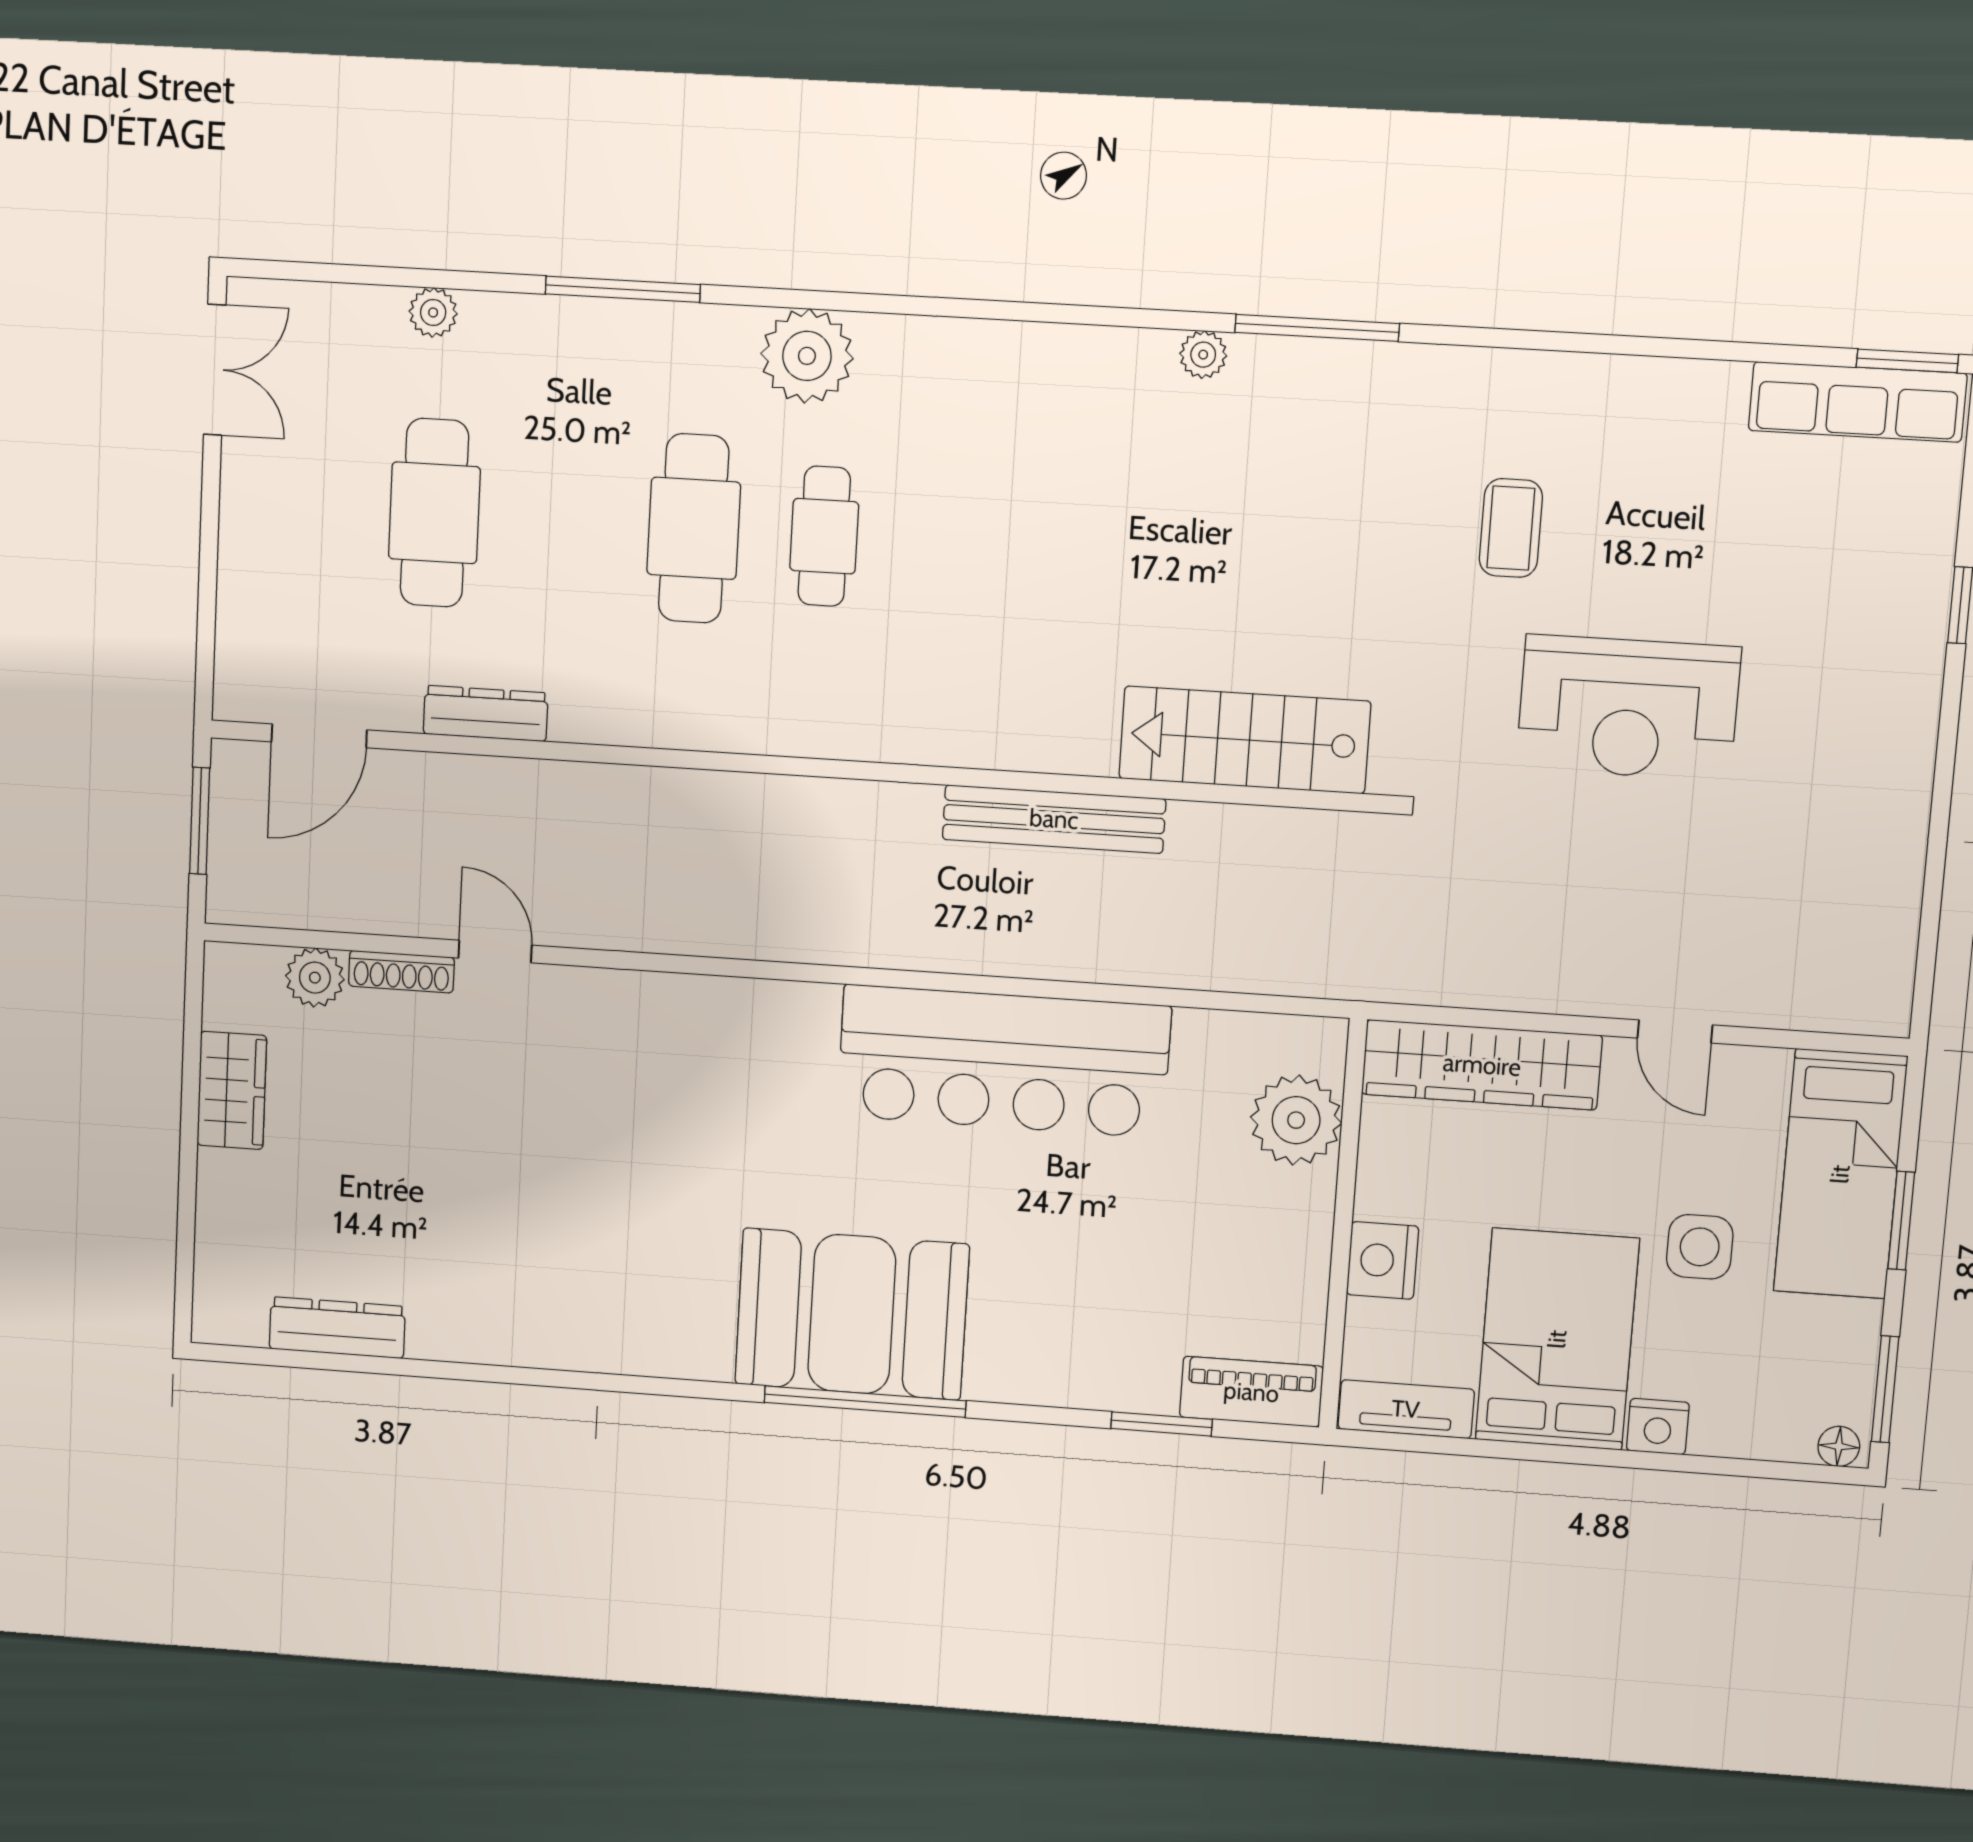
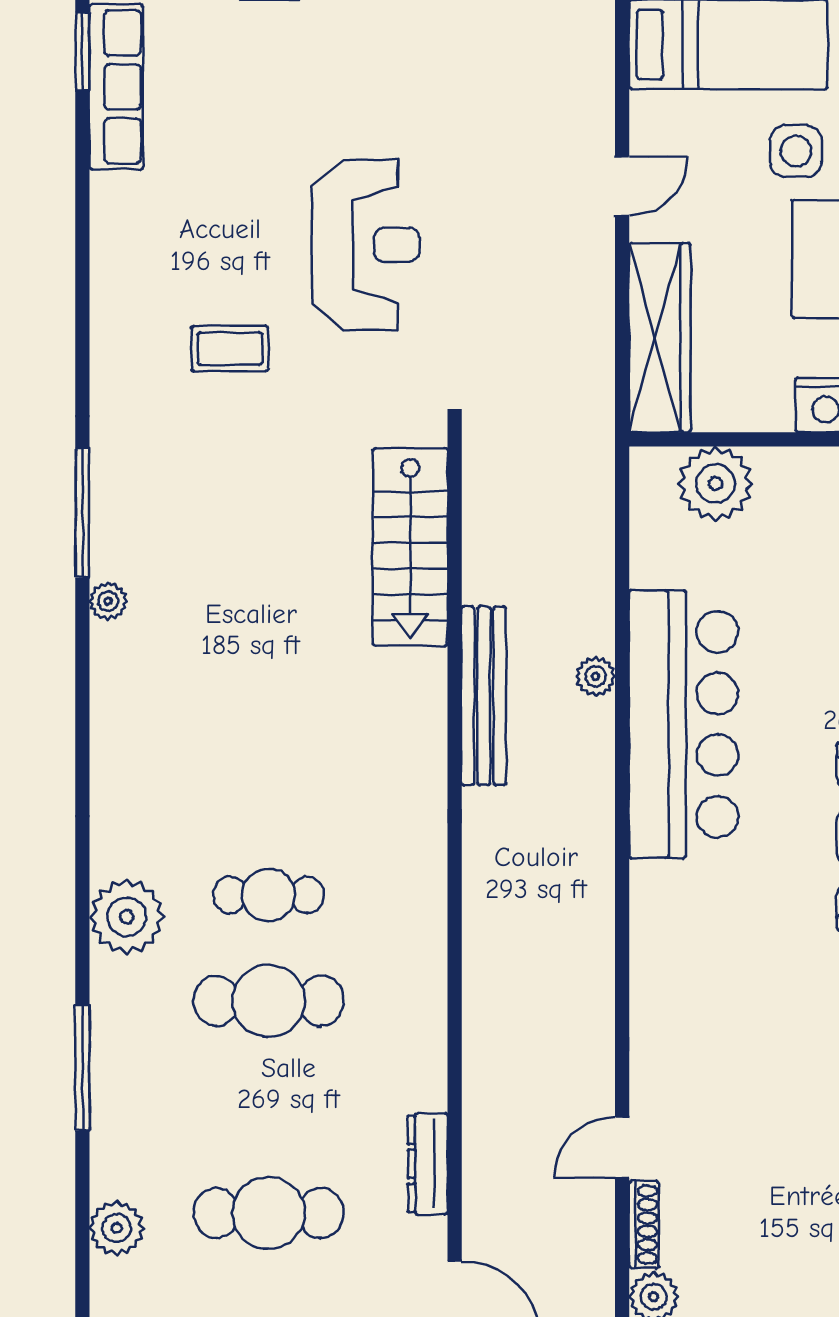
plant: (433, 312) -> (117, 1228), width x1.38, depth x1.38
plant: (1069, 958) -> (596, 676), added

